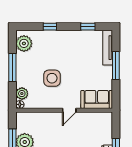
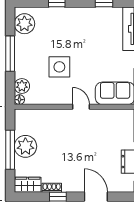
door: (69, 110) -> (81, 107), swing flipped

